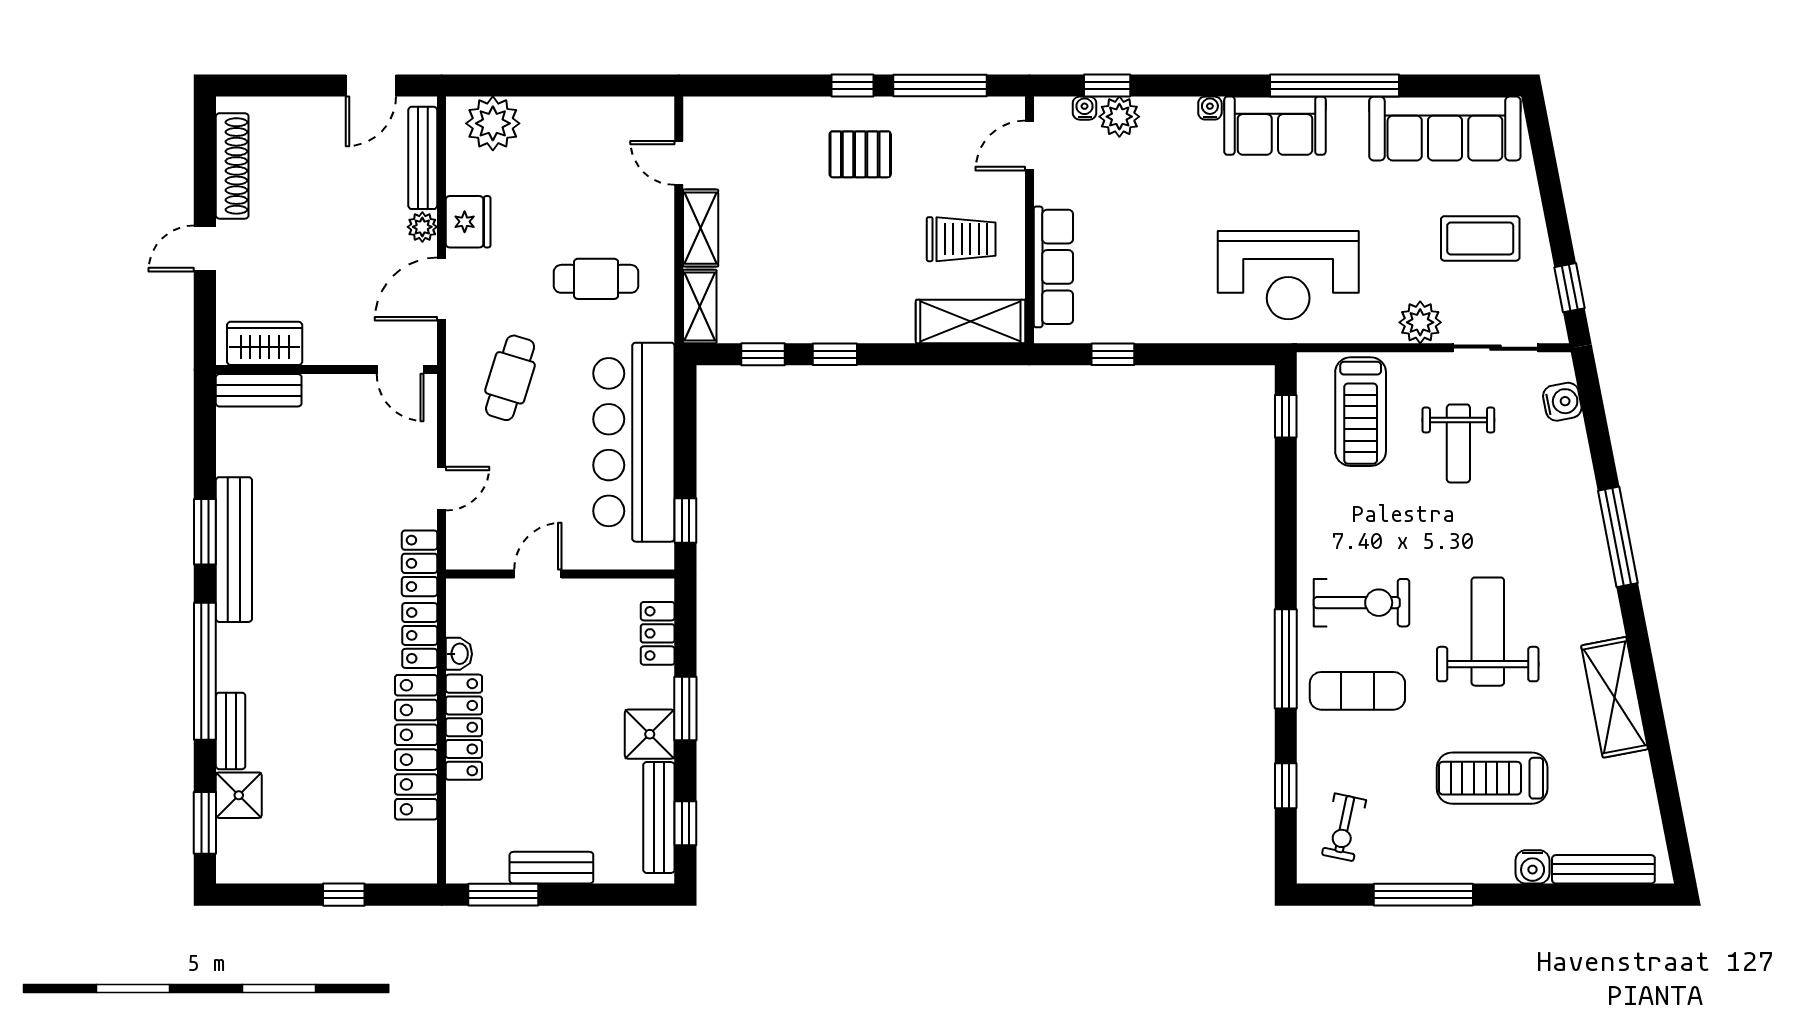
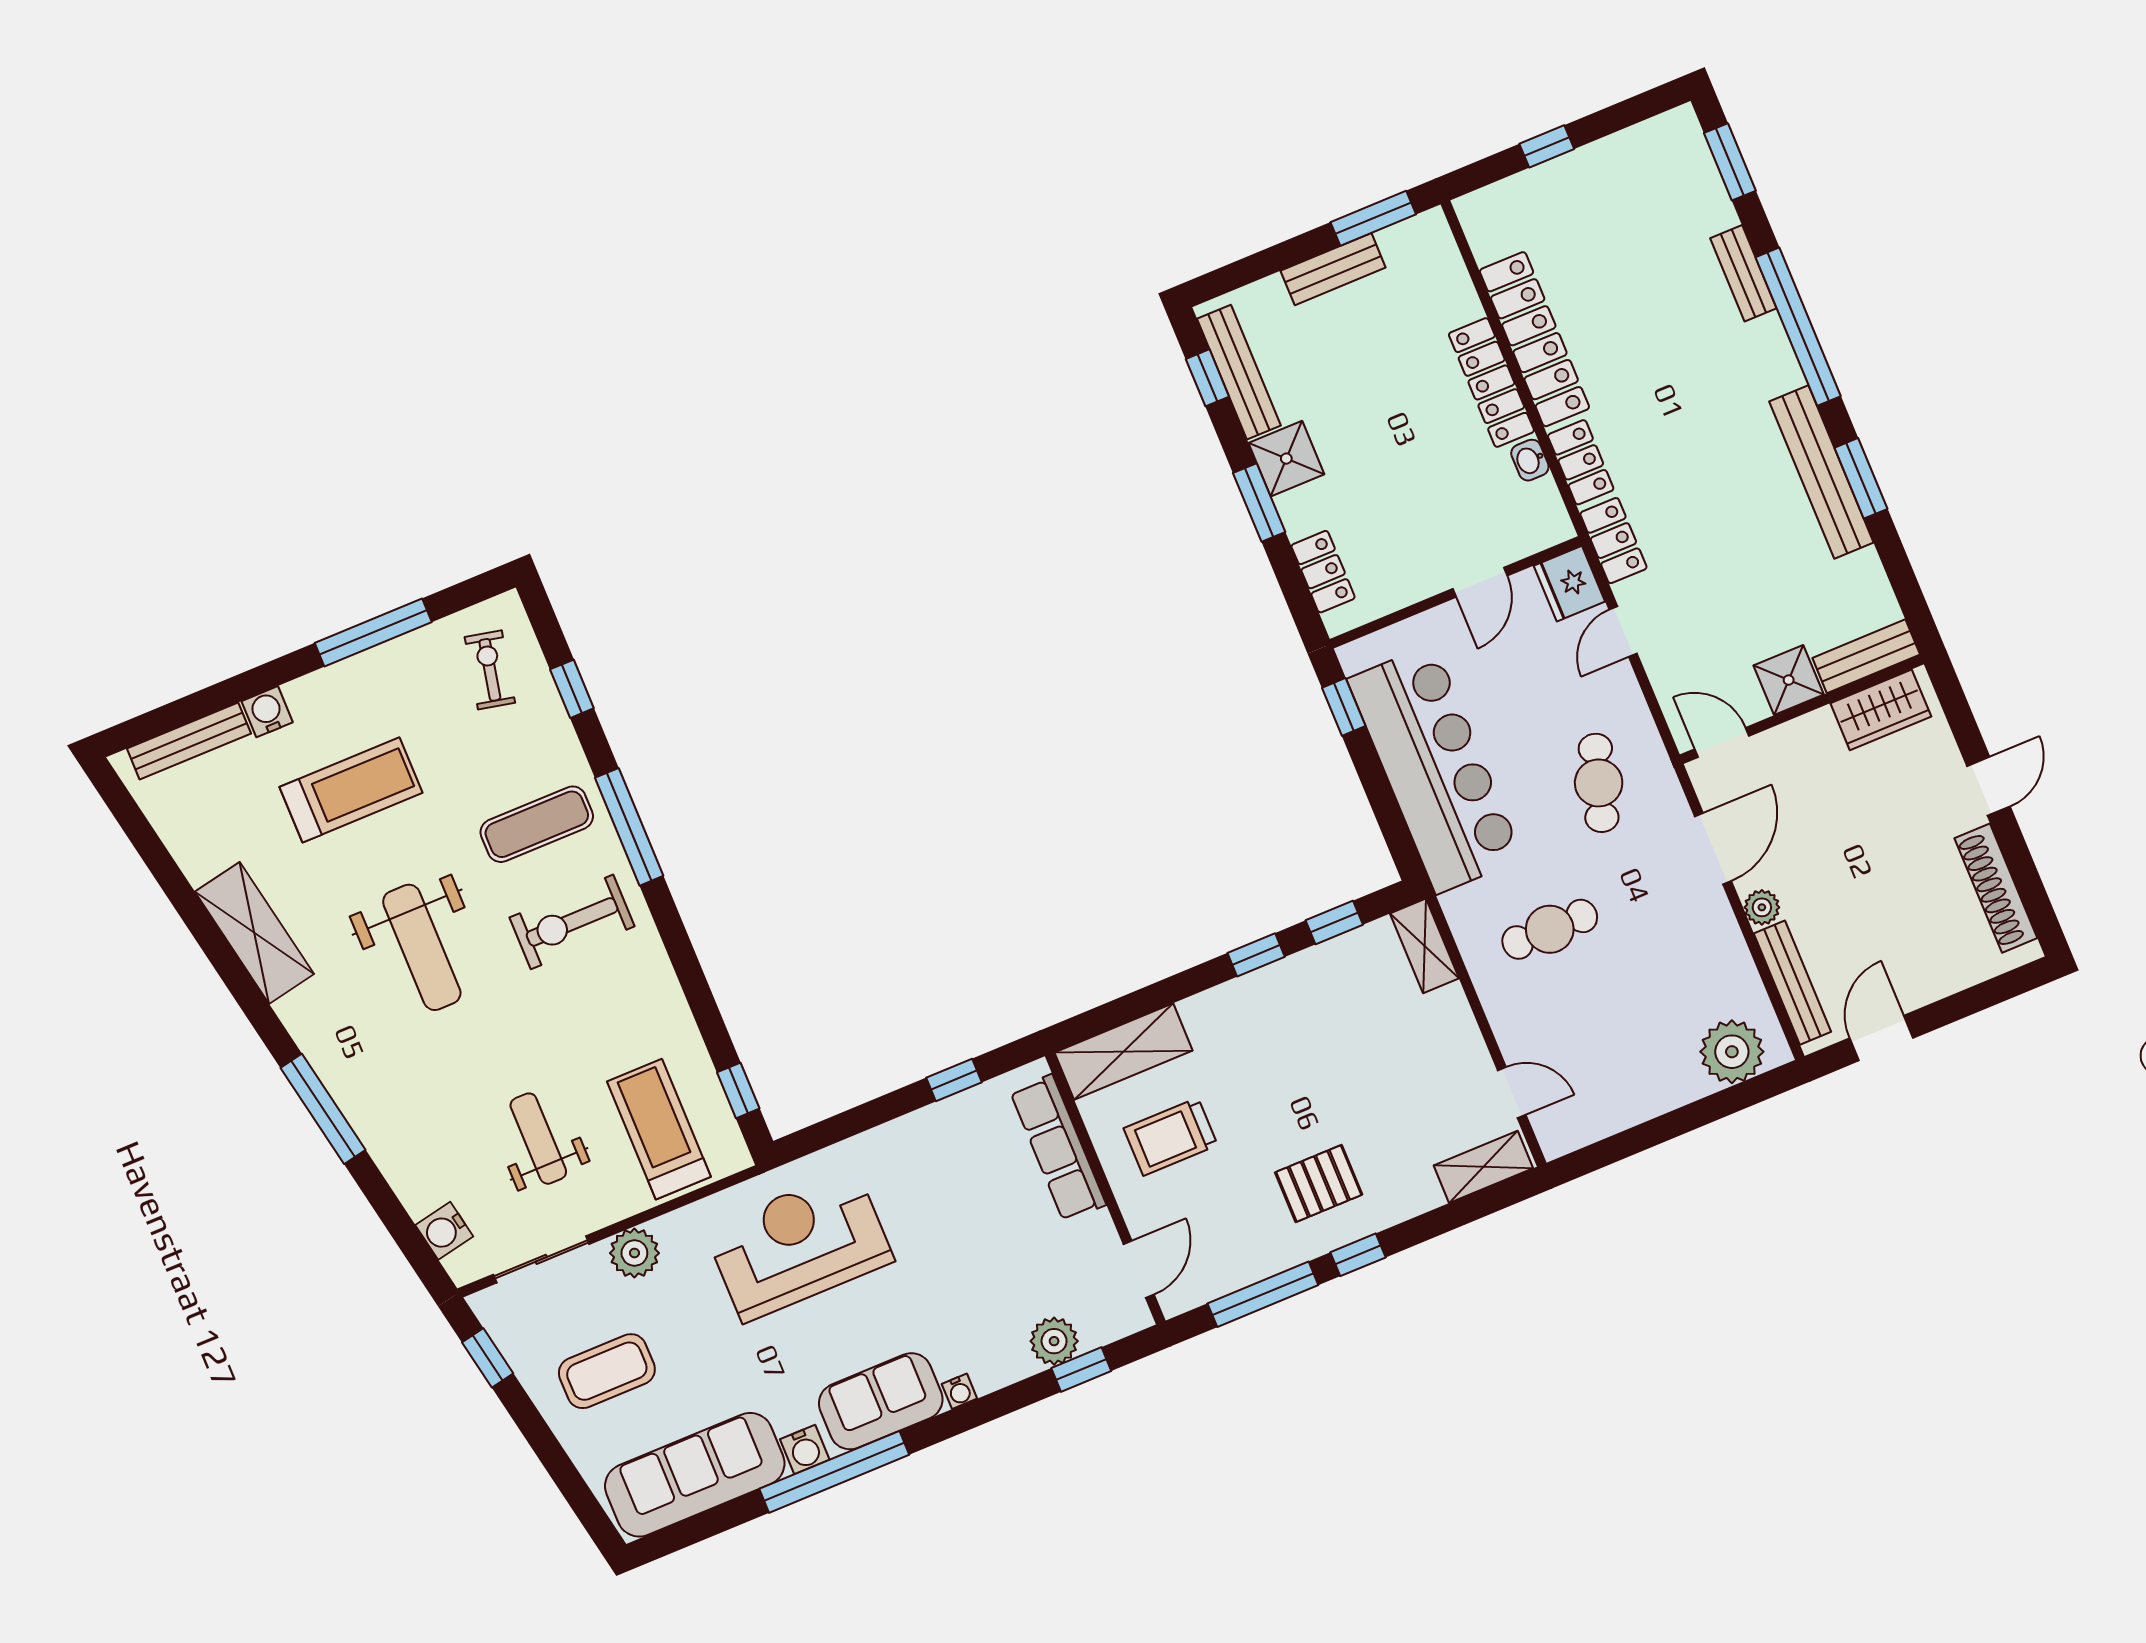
water cooler: (1085, 108) -> (805, 1450), moved, width x1.38, depth x1.38
fridge: (468, 222) -> (1569, 584), moved
shelving: (701, 228) -> (1483, 1167), moved, turned 90
shower: (239, 795) -> (1789, 680), moved

